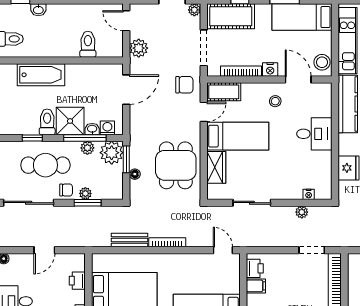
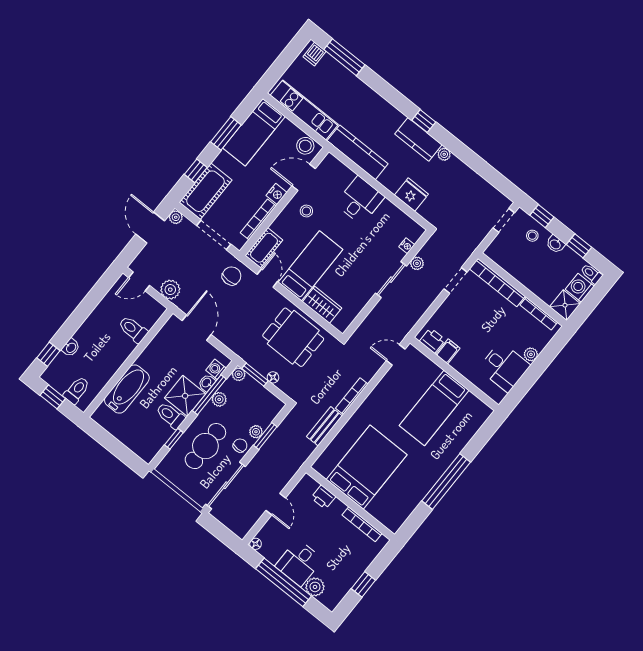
plant: (112, 153) -> (239, 374), width x0.53, depth x0.53
sliding door: (252, 203) -> (391, 280), moved

